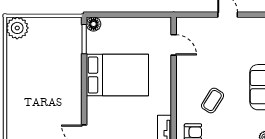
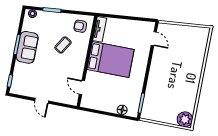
floor lamp: (94, 24) -> (122, 110), moved
bed: (117, 75) -> (111, 60), moved, turned 180

